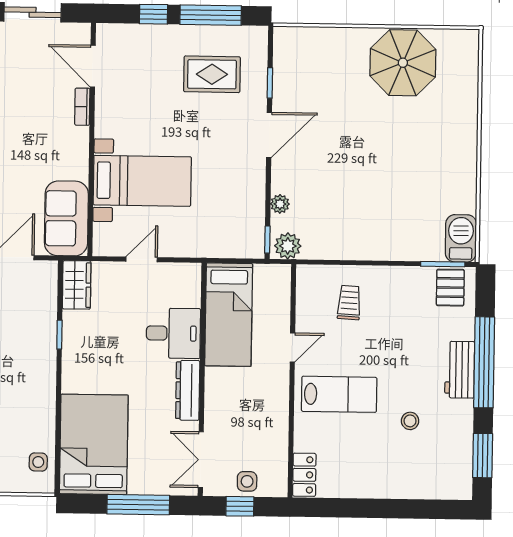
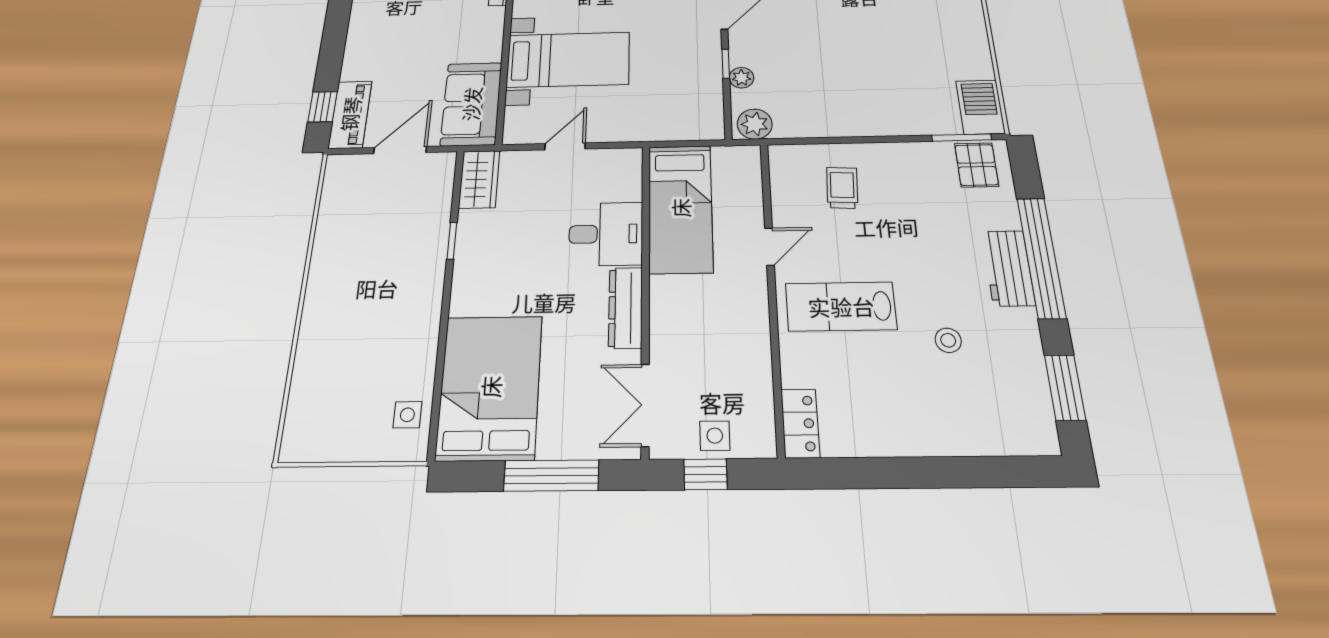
window: (267, 240) -> (726, 64), moved
lab bench: (339, 394) -> (841, 306), turned 180

